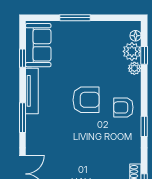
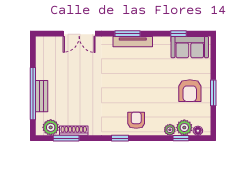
window: (75, 18) -> (213, 93), moved
tv unit: (32, 91) -> (133, 42), moved
armchair: (86, 100) -> (190, 91), moved

